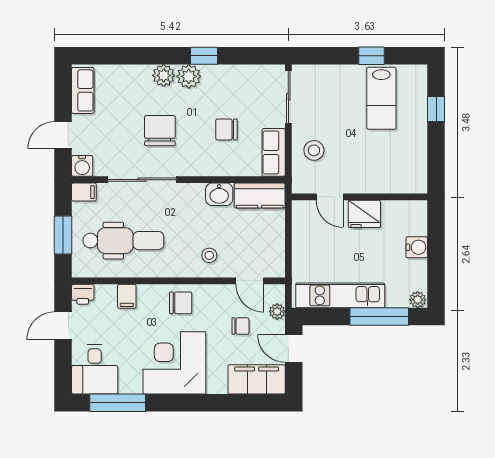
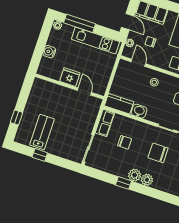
chair: (160, 131) -> (158, 153), turned 90
stool: (314, 150) -> (84, 117), removed

